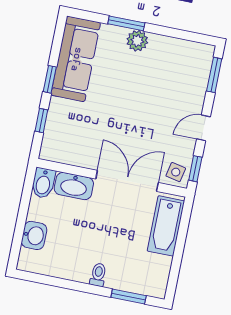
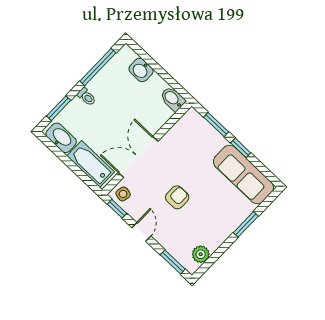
plant: (137, 41) -> (201, 254), moved
armchair: (143, 113) -> (177, 197), added
window: (41, 121) -> (216, 124), width x1.50
double door: (127, 181) -> (138, 157), swing flipped
washbasin: (74, 186) -> (61, 138), moved, turned 90
window: (59, 283) -> (98, 67), added

